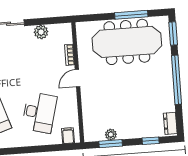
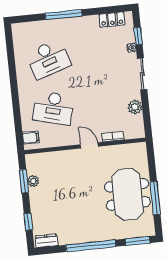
meeting table: (127, 42) -> (128, 194), width x0.73

